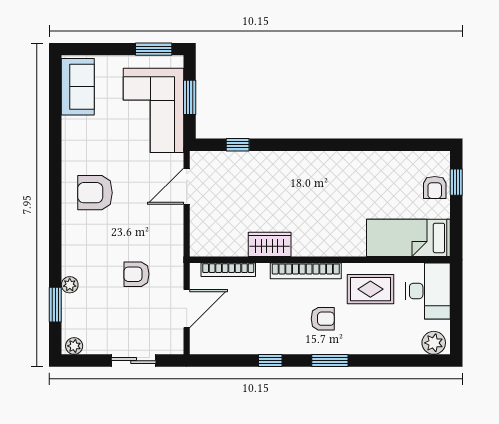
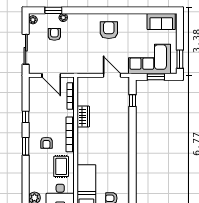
armchair: (136, 274) -> (54, 34), moved
sliding door: (134, 361) -> (26, 49), width x1.37

